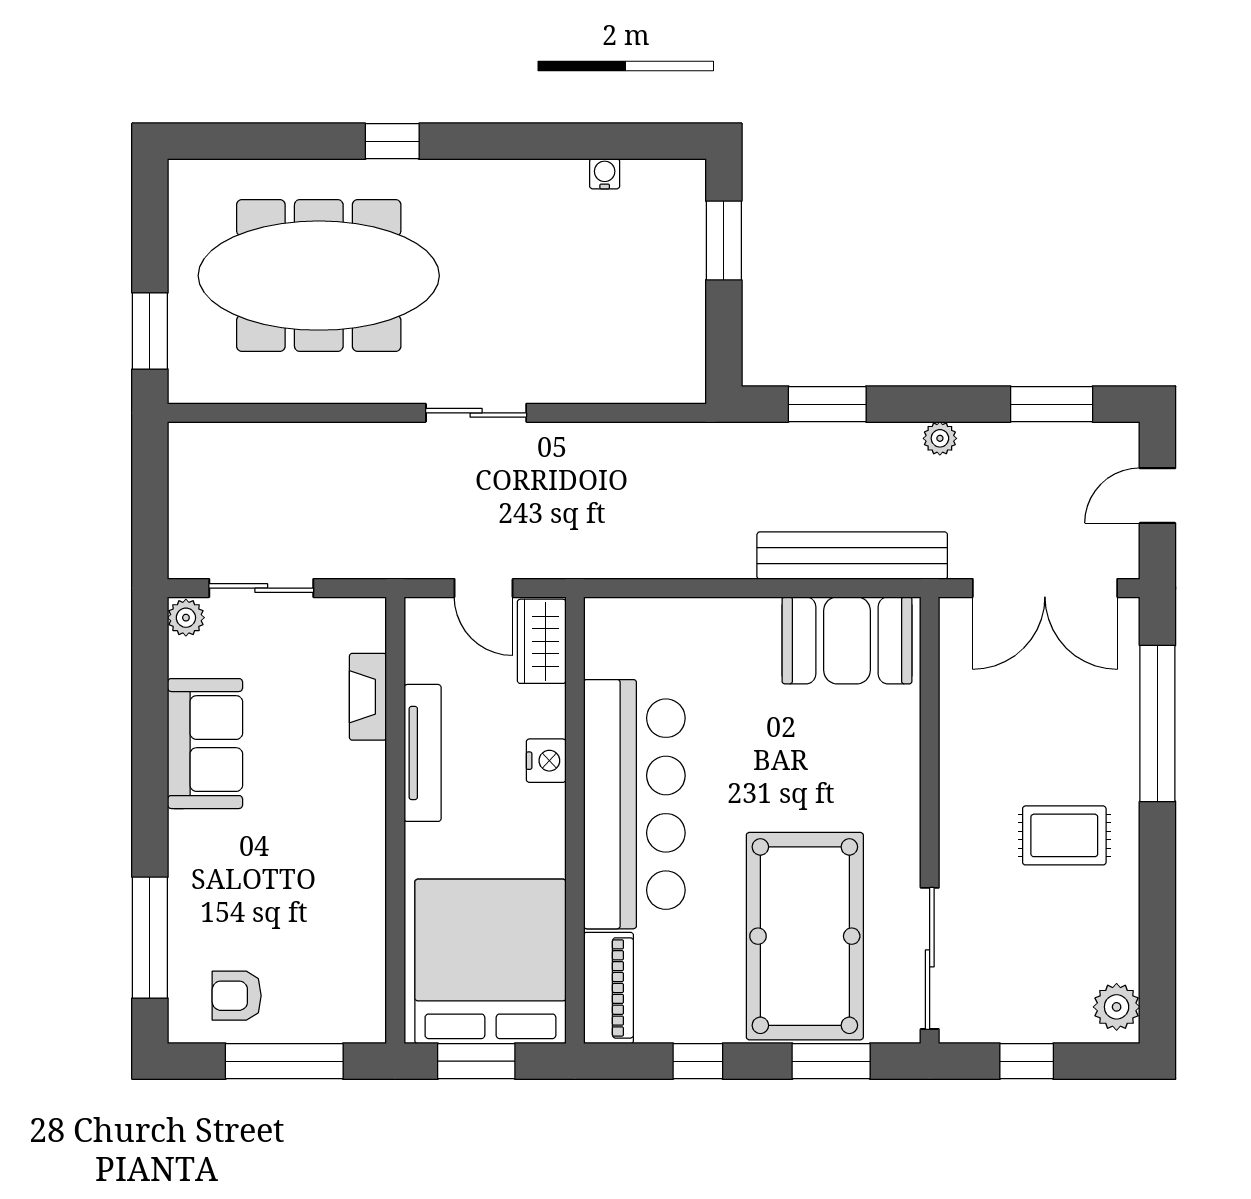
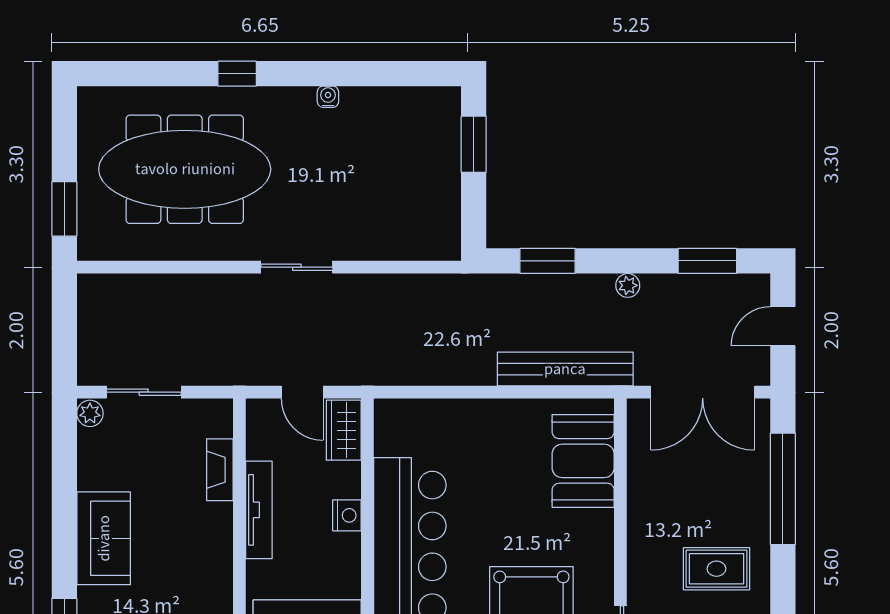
water cooler: (605, 174) -> (328, 97), moved
booth: (847, 640) -> (583, 461), moved, turned 90
sofa: (205, 744) -> (104, 538), moved

